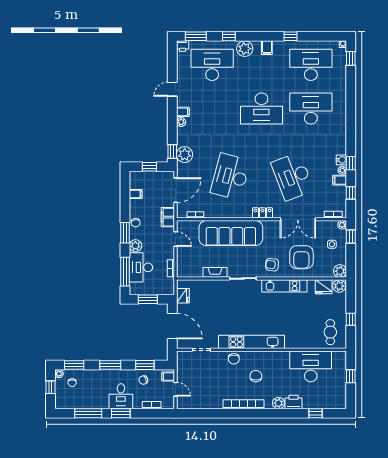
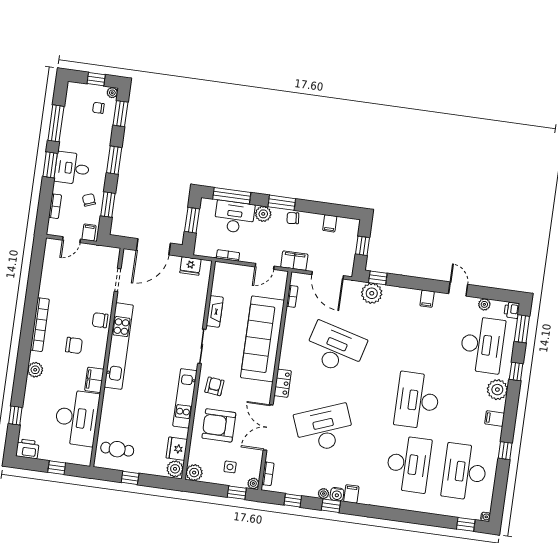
desk: (311, 65) -> (465, 472), turned 180
plant: (181, 122) -> (484, 304), moved
filing cabinet: (340, 180) -> (351, 494), moved
filing cabinet: (280, 357) -> (94, 380), added
printer: (293, 402) -> (27, 449), moved, turned -90

